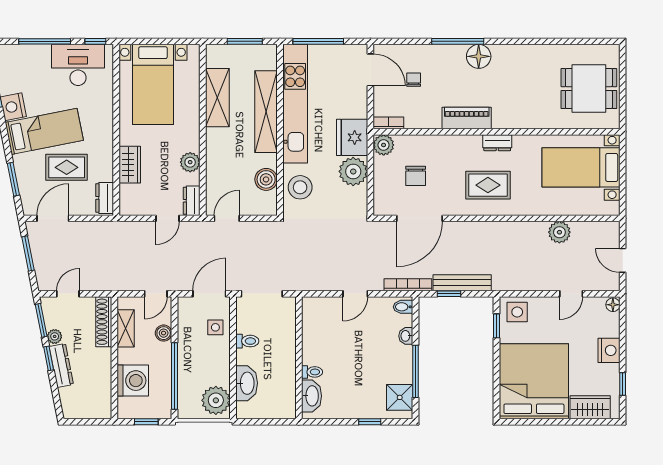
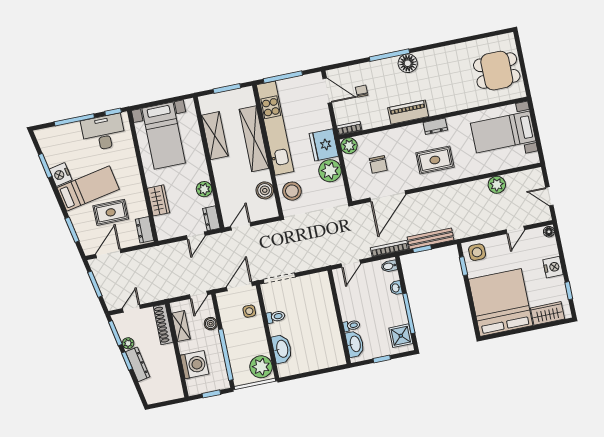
wall: (299, 358) -> (339, 317), moved
toilet: (312, 372) -> (352, 326), moved
washbasin: (311, 396) -> (355, 344), moved

